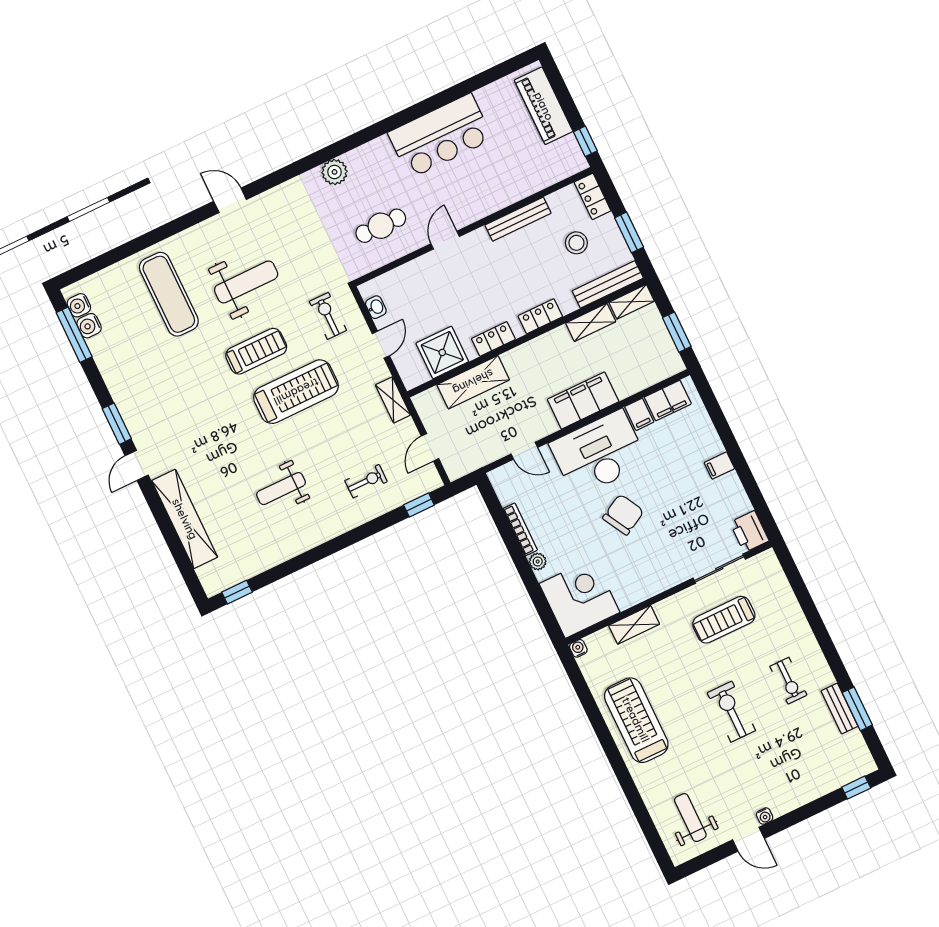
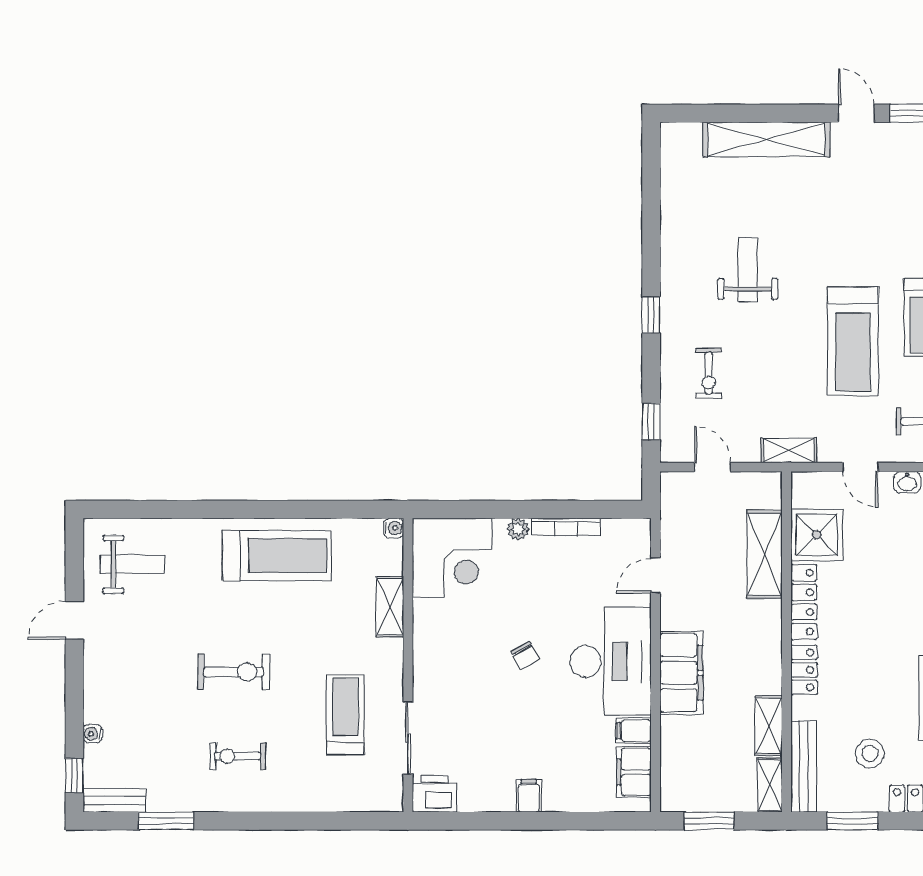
locker: (493, 339) -> (804, 602), width x1.53
chair: (623, 515) -> (525, 656), width x0.54, depth x0.54
window: (237, 592) -> (651, 315), moved
bench: (840, 709) -> (114, 800), moved
water cooler: (765, 816) -> (93, 734), moved

